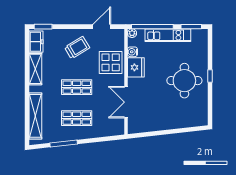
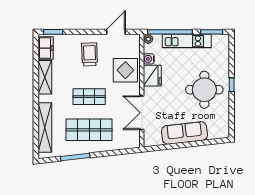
trolley: (77, 48) -> (89, 54), turned -61
shop shelf: (77, 118) -> (89, 130), width x1.43, depth x1.36
sofa: (166, 121) -> (184, 133), added

